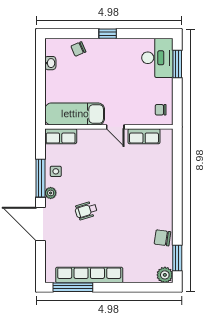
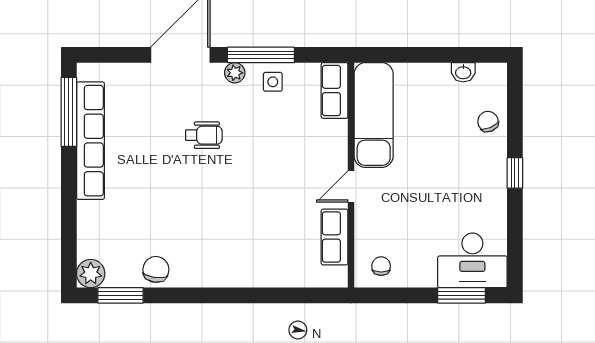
wheelchair: (86, 211) -> (204, 135), turned 107

